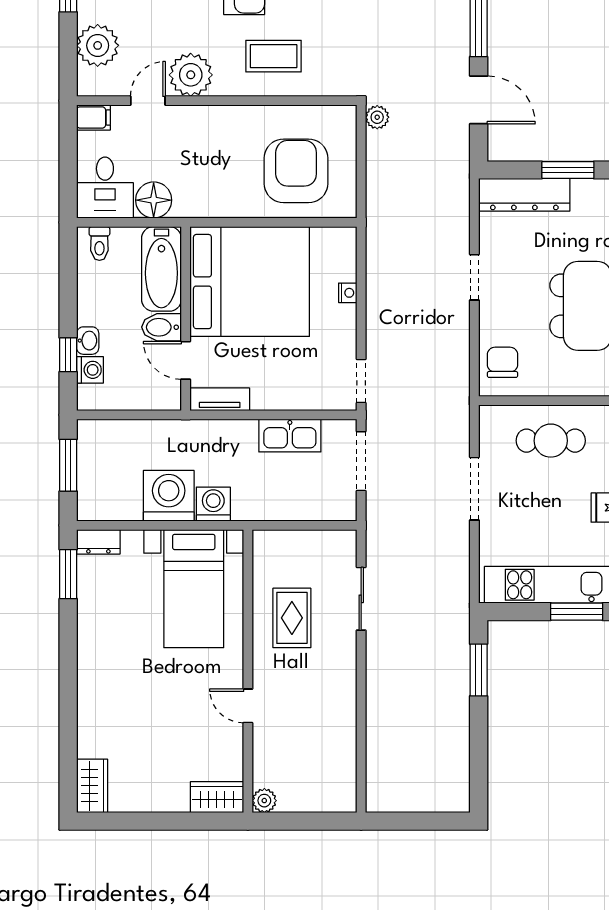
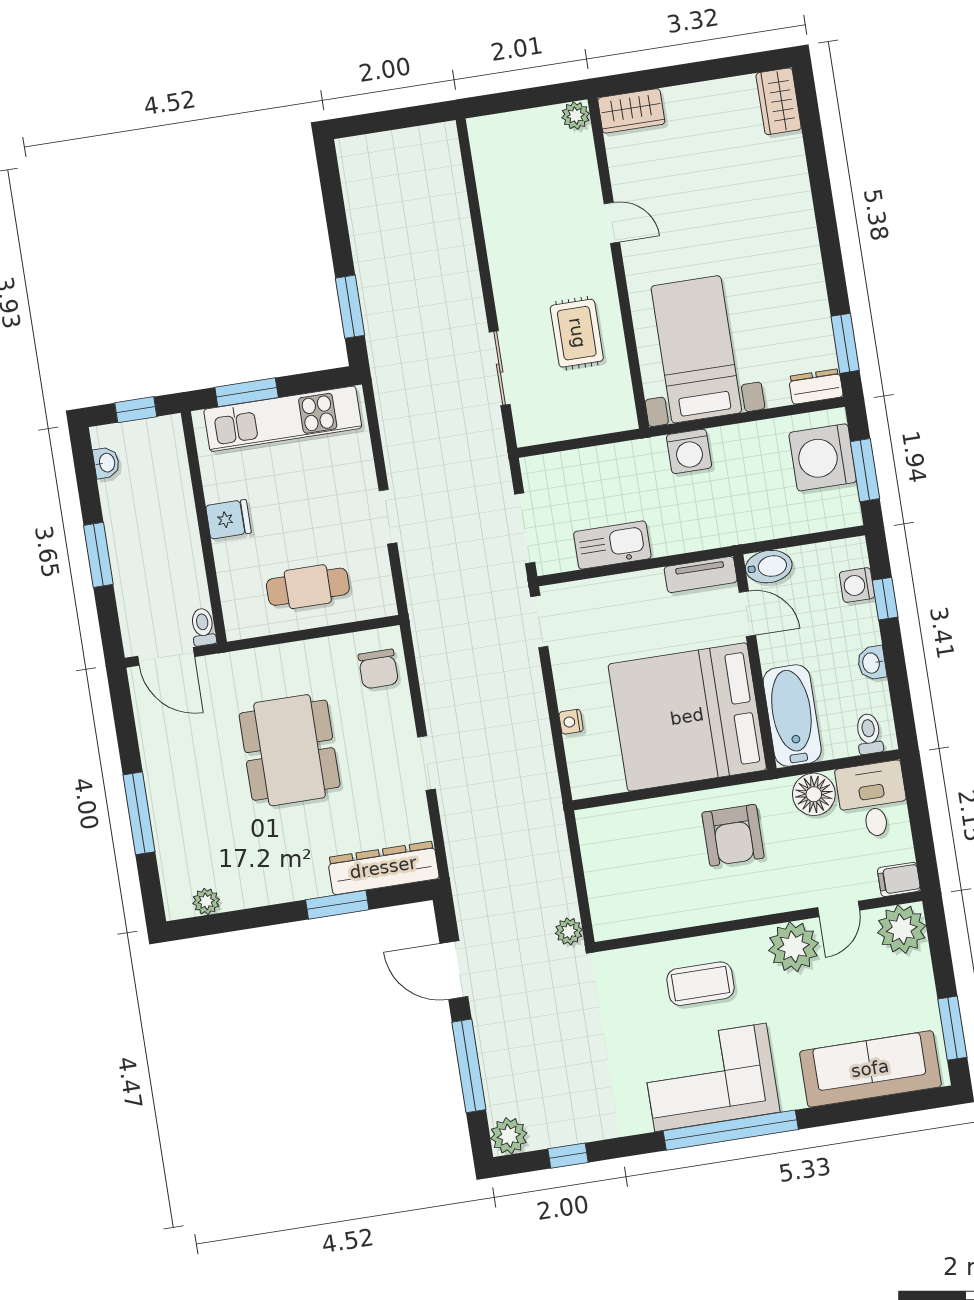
plant: (98, 45) -> (902, 929), moved
armchair: (296, 171) -> (733, 835), moved, width x0.73, depth x0.73
bidet: (162, 327) -> (769, 567), moved
washbasin: (88, 341) -> (872, 663), moved
doorway: (474, 489) -> (388, 517), width x0.73
washing machine: (169, 496) -> (823, 457), moved, turned 90

